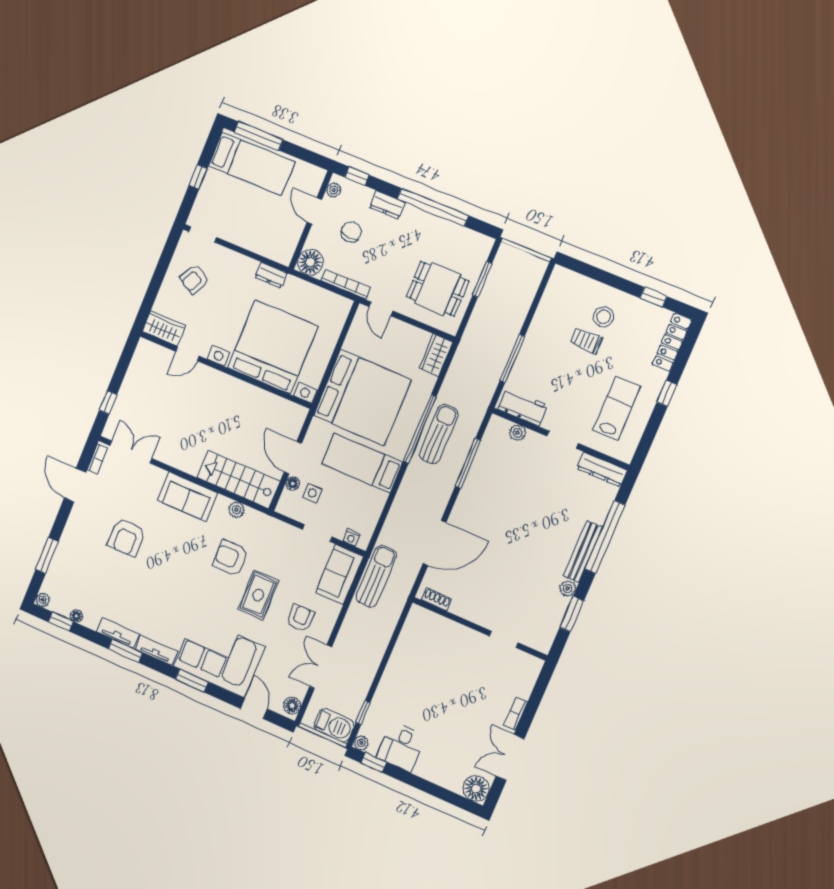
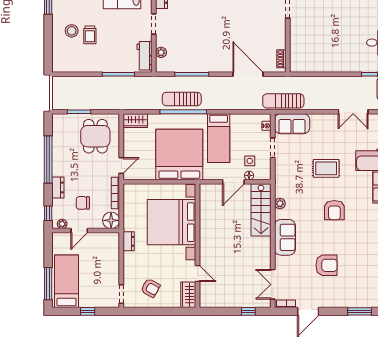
armchair: (231, 558) -> (334, 210), moved
armchair: (300, 618) -> (329, 136), removed

